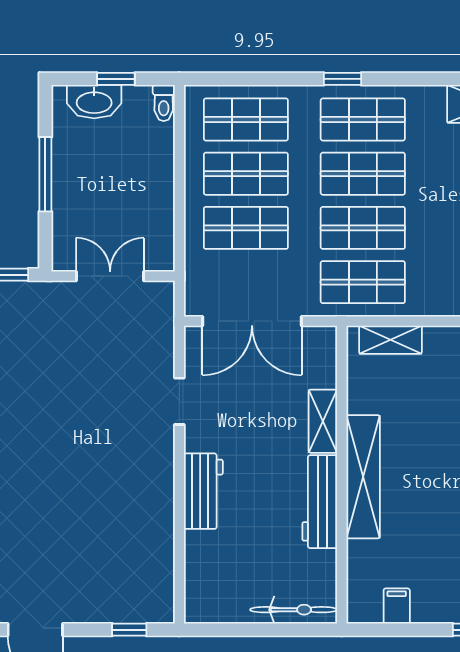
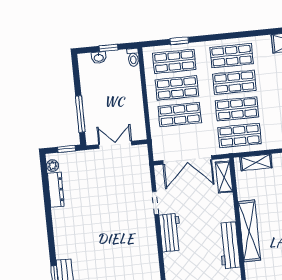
window: (343, 79) -> (179, 41), moved
washbasin: (94, 102) -> (99, 58), width x0.52, depth x0.69
window: (45, 174) -> (80, 114), moved
shelving: (323, 421) -> (224, 177), moved
workbench: (203, 491) -> (170, 233), moved

